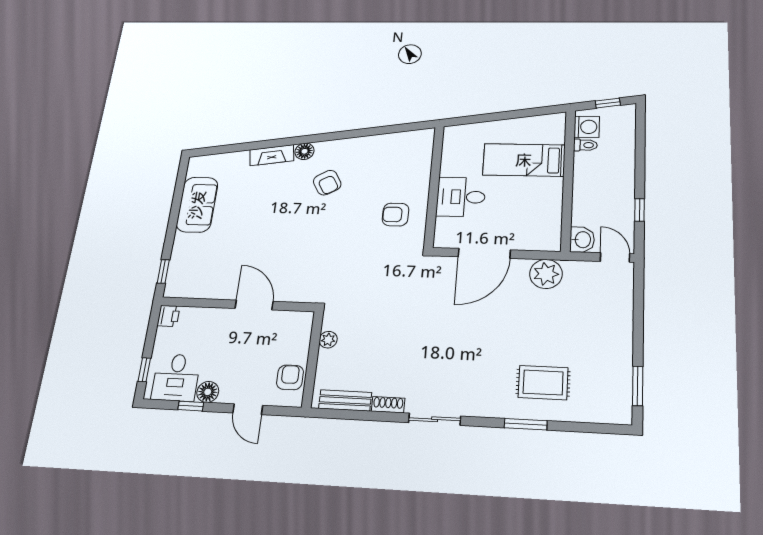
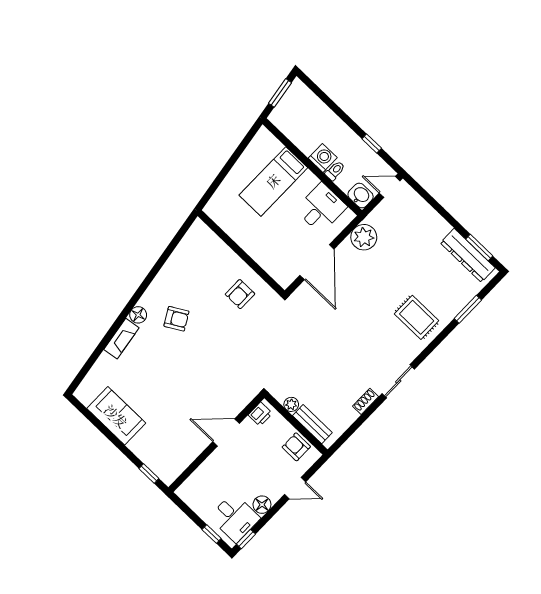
window: (608, 103) -> (280, 93), width x1.50
washing machine: (587, 127) -> (323, 158), moved
toilet: (585, 145) -> (335, 171), moved
desk: (461, 197) -> (321, 208), moved, turned 180
printer: (169, 316) -> (260, 414), moved, turned 90
dresser: (619, 382) -> (468, 255), added
rug: (543, 383) -> (417, 317), moved, turned 90
bench: (345, 400) -> (312, 424), moved, turned 90
window: (191, 406) -> (246, 539), moved
window: (526, 424) -> (468, 309), moved

